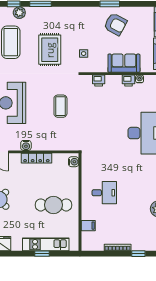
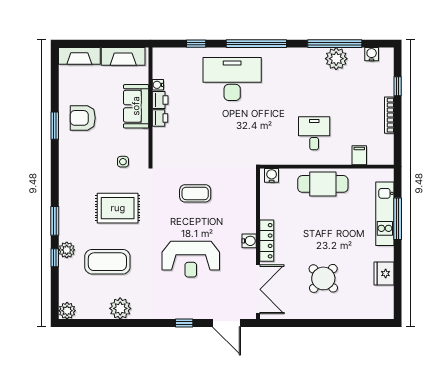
armchair: (115, 24) -> (83, 118), turned -118
printer: (99, 80) -> (160, 118), moved
locker: (36, 158) -> (267, 241), moved
cafe table: (53, 205) -> (323, 184), moved, turned 90
window: (42, 254) -> (398, 219), width x2.17

